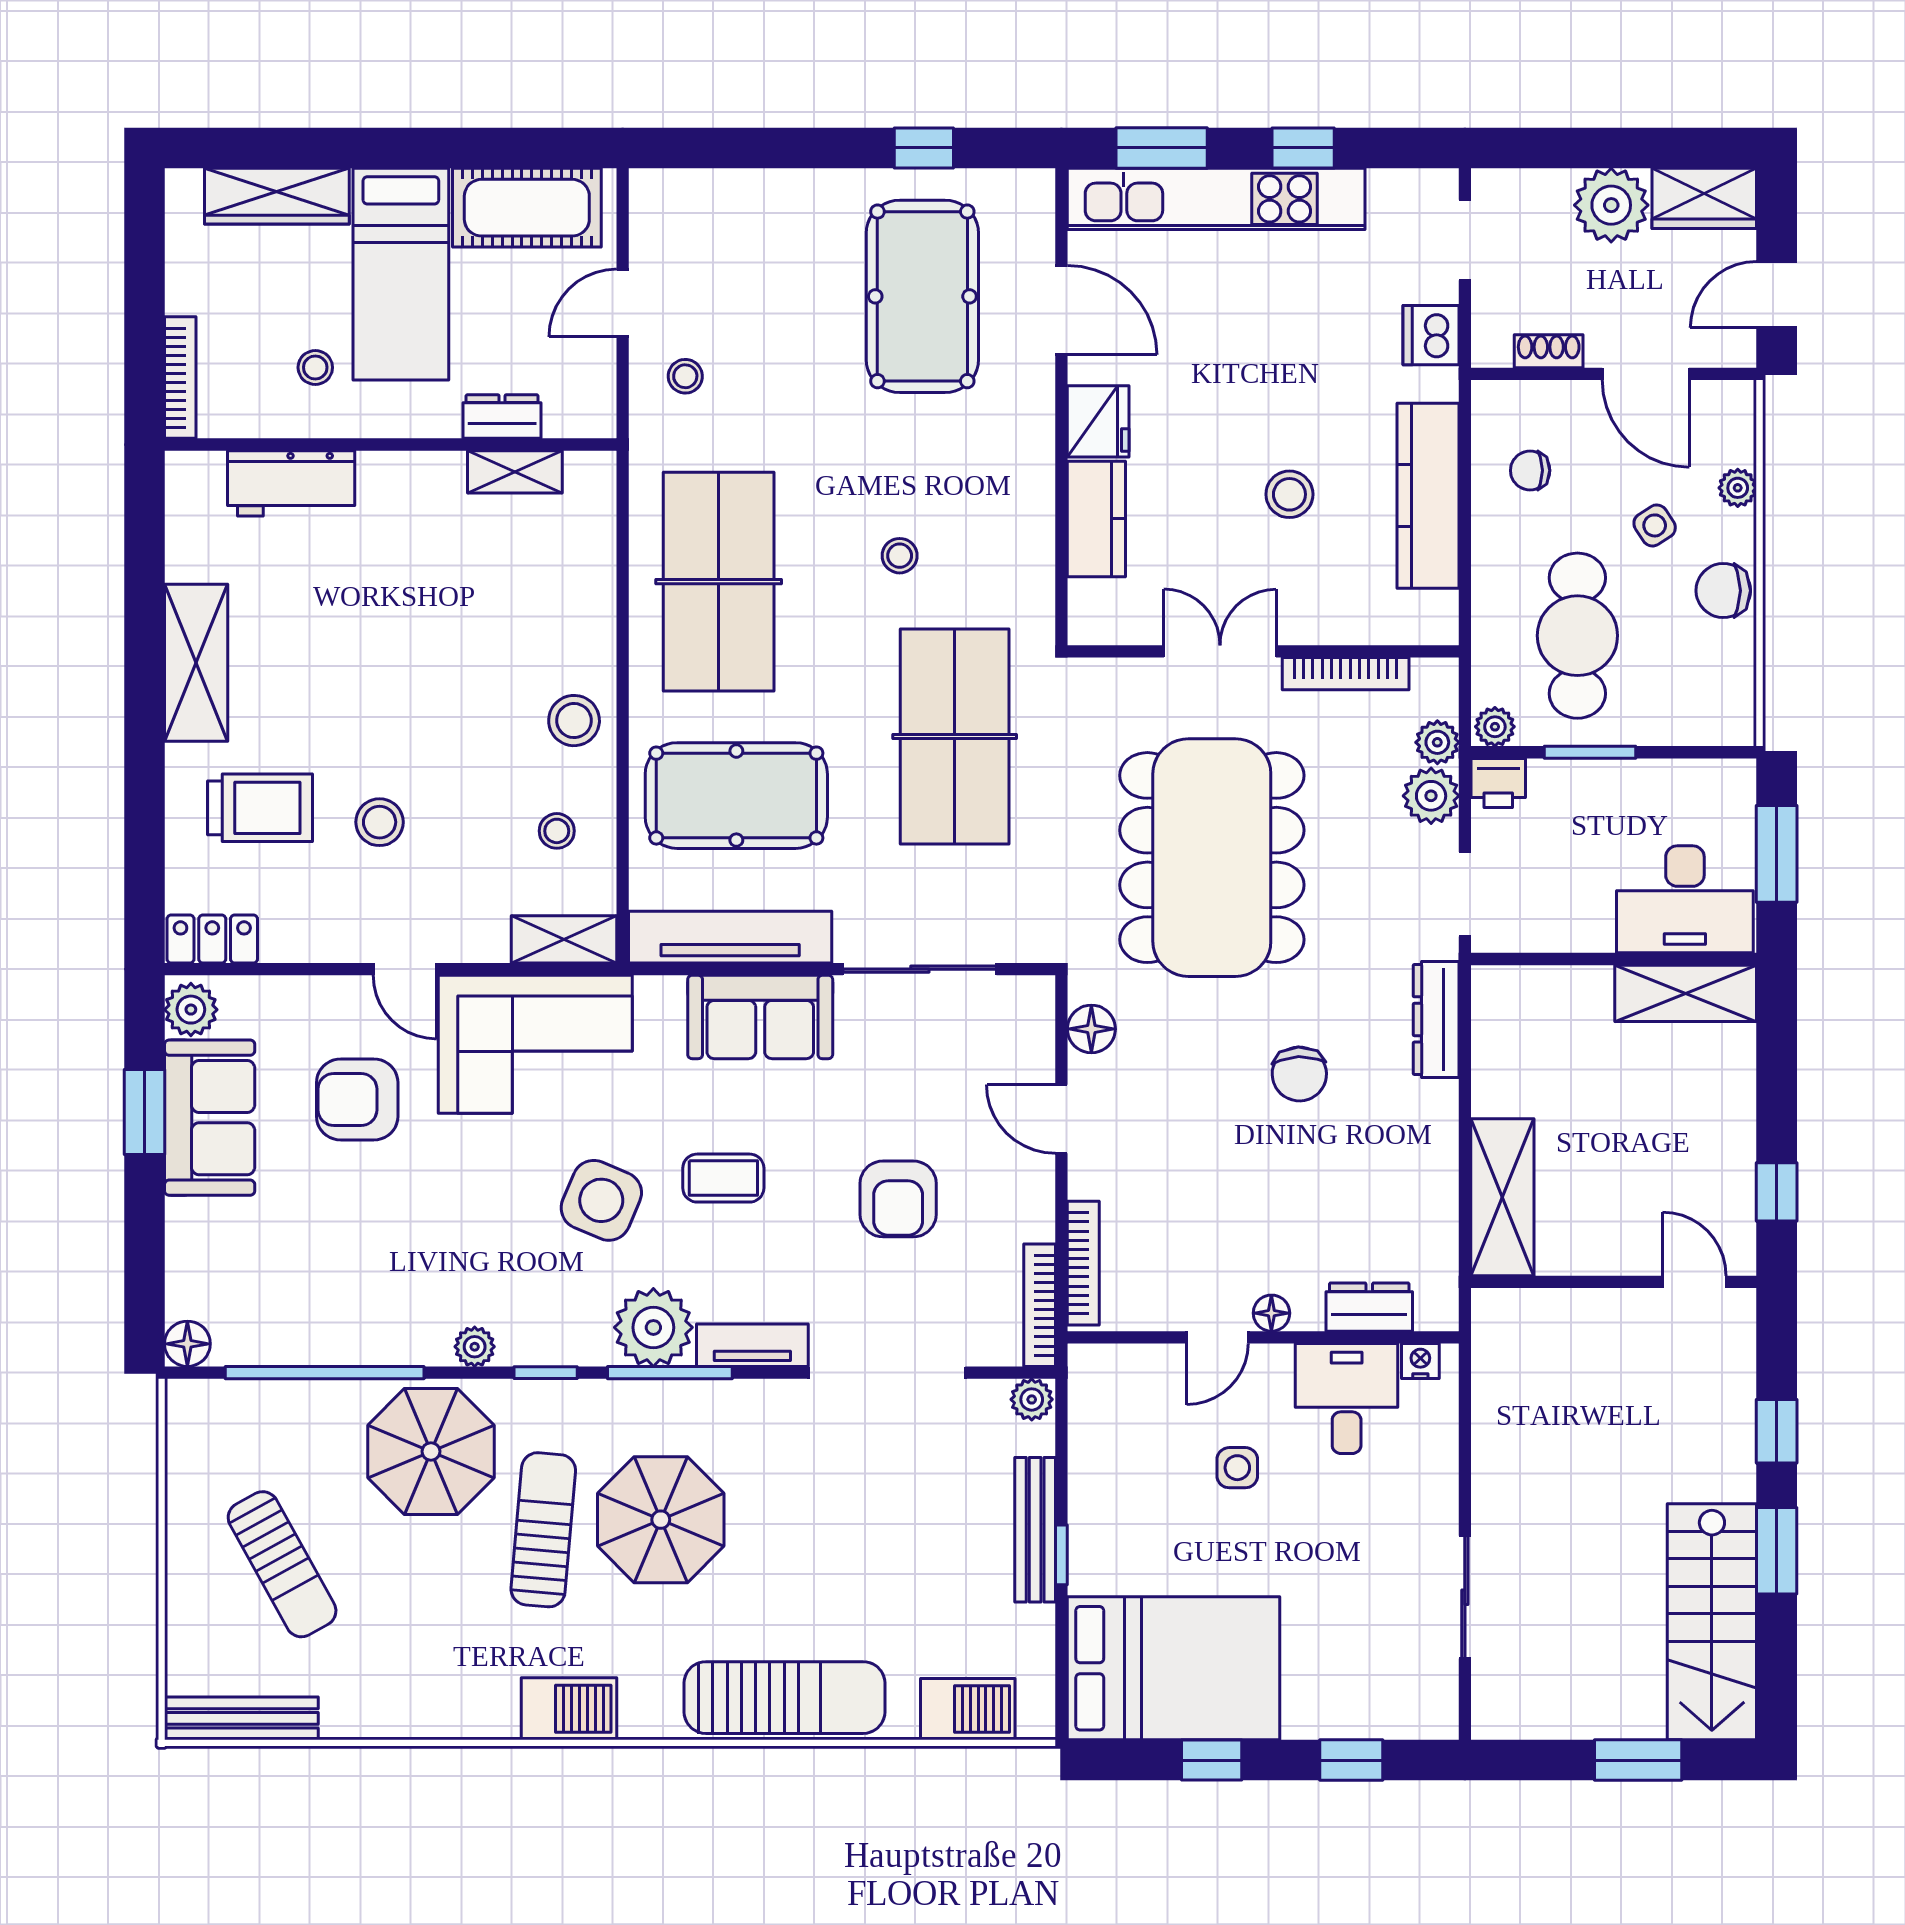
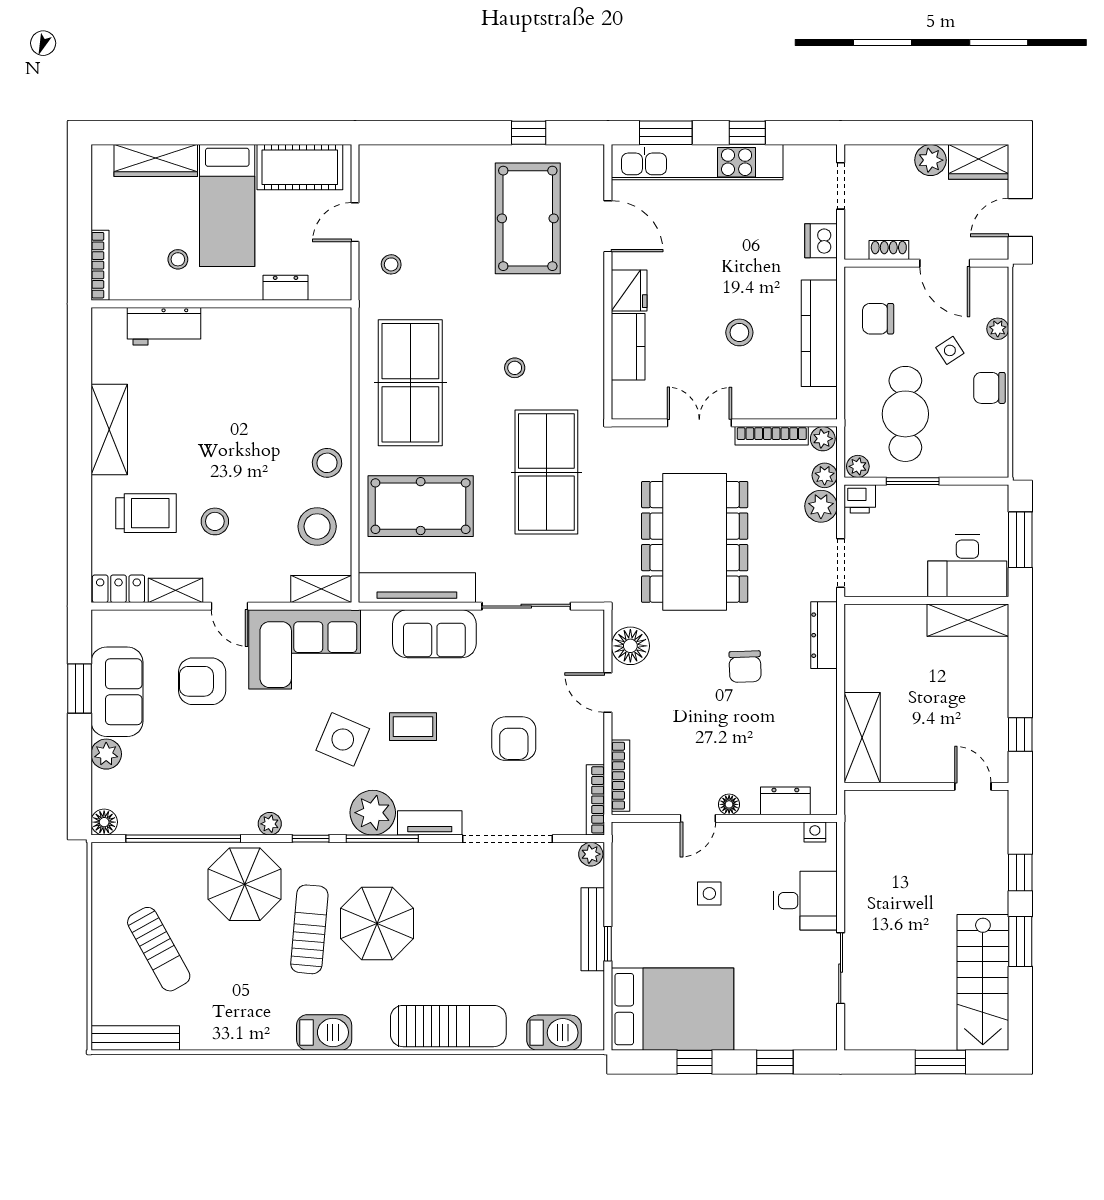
plant: (1611, 205) -> (931, 160), width x0.73, depth x0.73
chair: (1530, 470) -> (878, 319), width x1.37, depth x1.37
shelving: (515, 472) -> (175, 590), moved
plant: (1434, 679) -> (823, 439), added
stool: (557, 831) -> (317, 526), width x1.89, depth x1.89
plant: (191, 1010) -> (106, 754), moved
floor lamp: (1091, 1029) -> (630, 646), width x1.38, depth x1.38
desk: (1347, 1398) -> (805, 901), moved, turned 90

